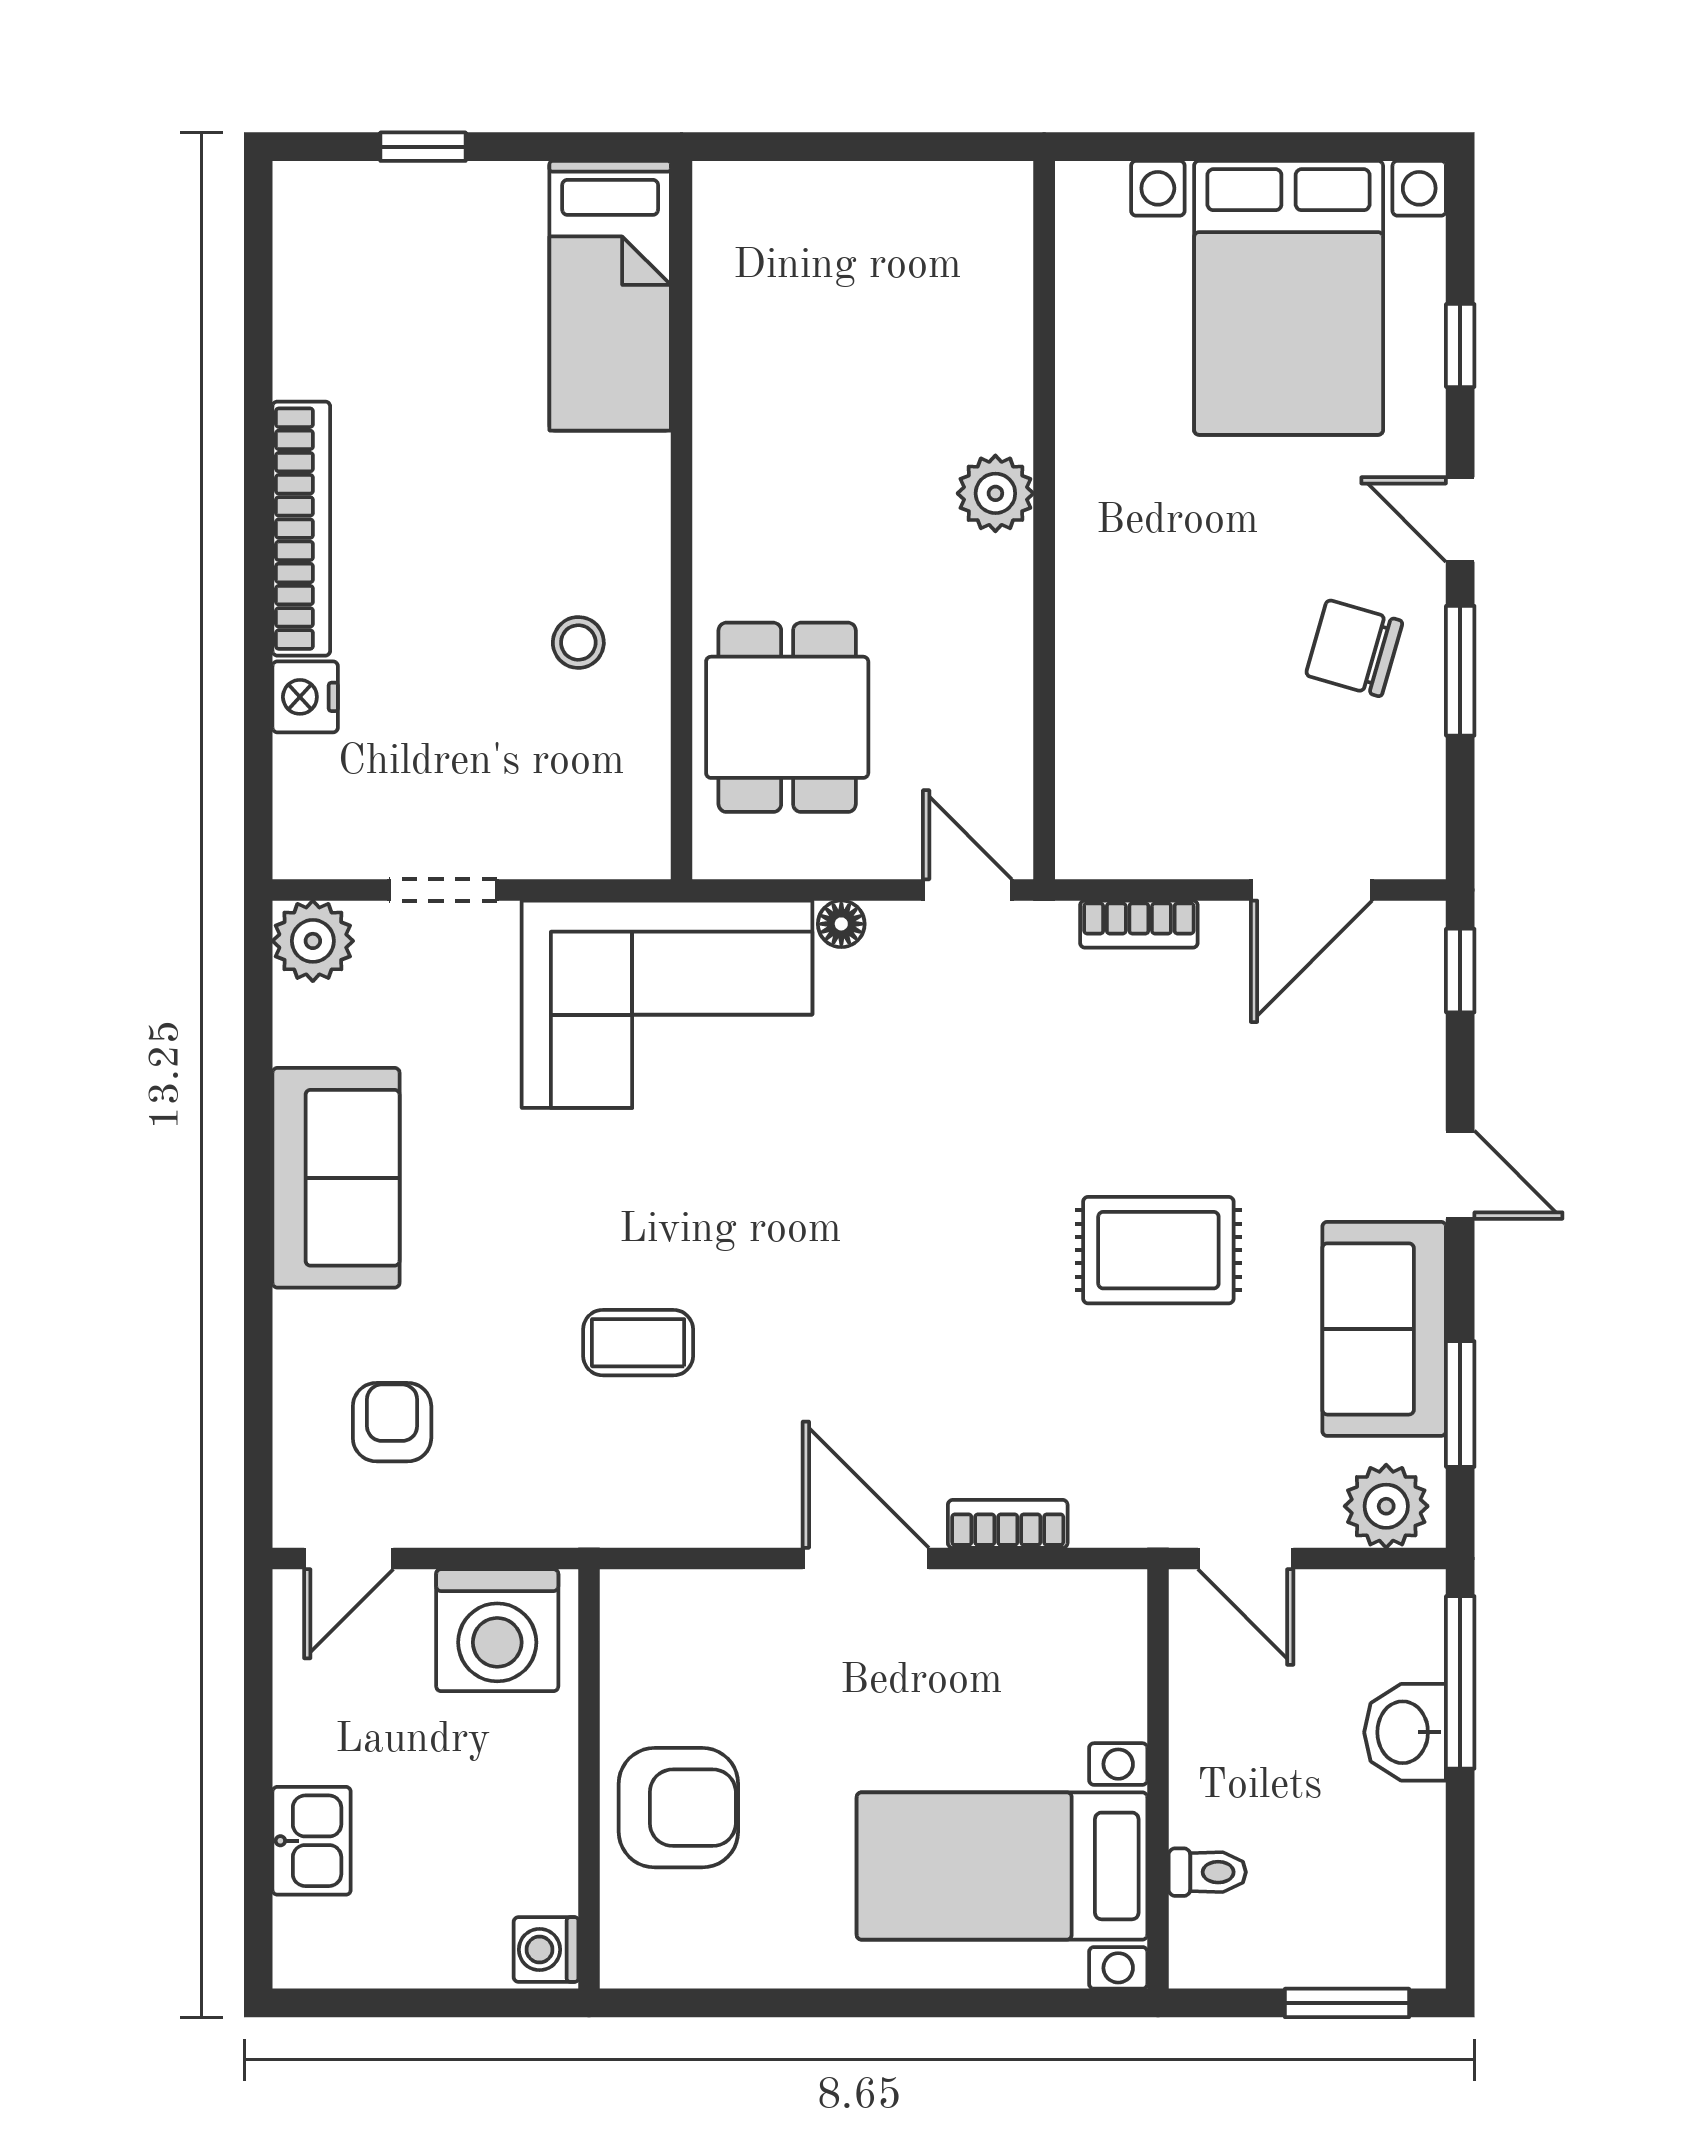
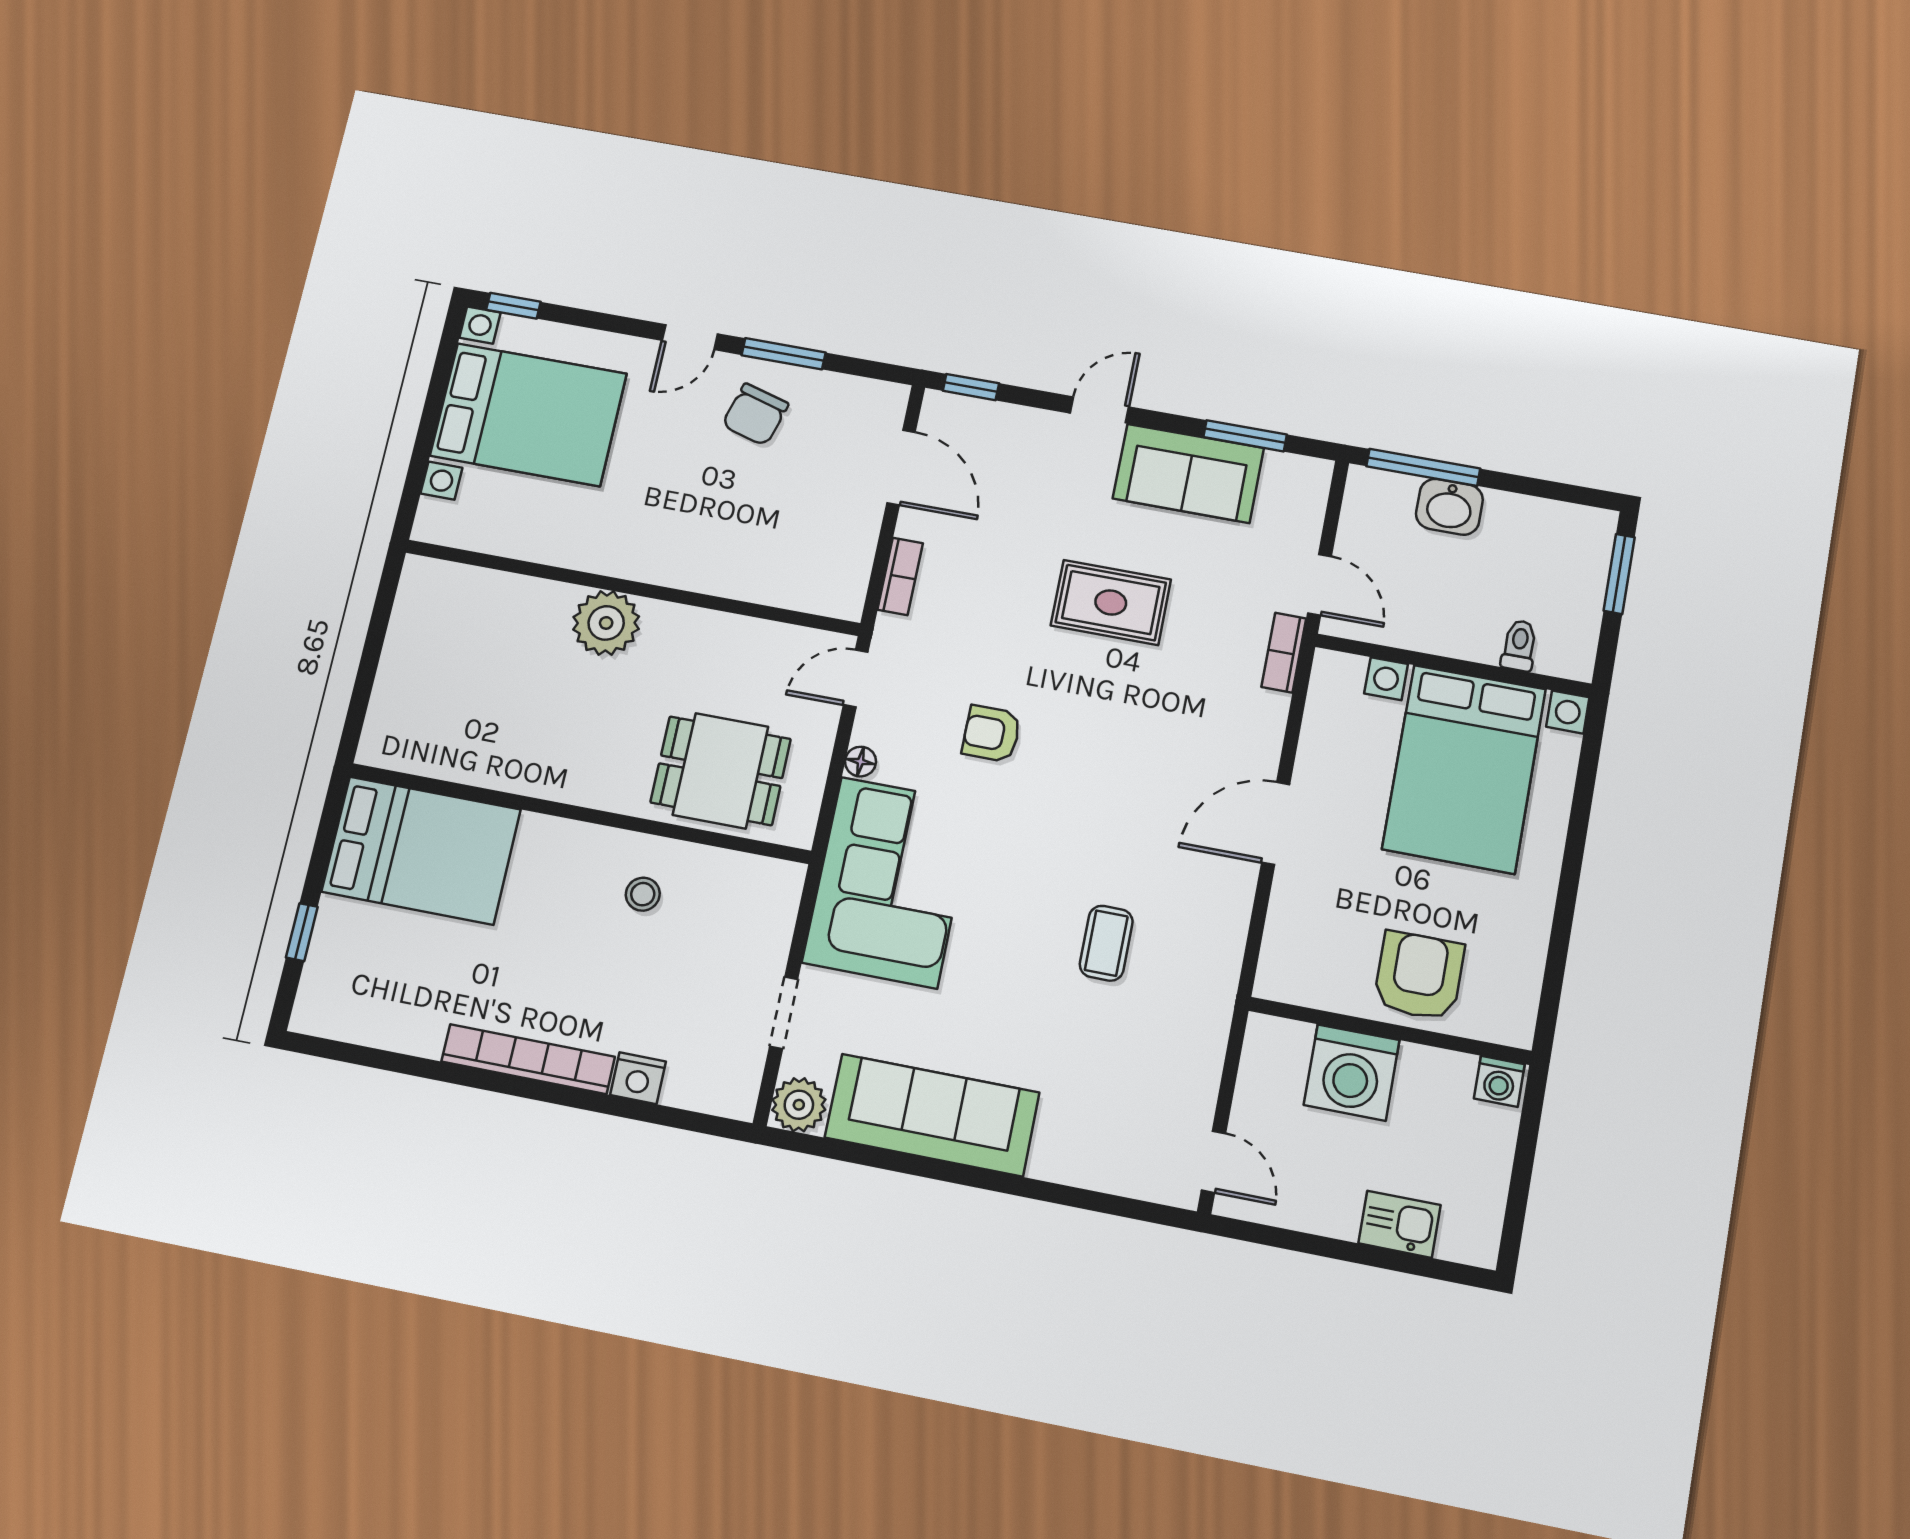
bed: (610, 296) -> (421, 851), width x1.50
window: (1460, 346) -> (513, 306), moved
plant: (995, 493) -> (606, 623), width x1.36, depth x1.36
sofa: (336, 1178) -> (932, 1115), width x1.36
rug: (1158, 1250) -> (1111, 602), turned 90
armchair: (392, 1422) -> (991, 734), moved
plant: (1386, 1506) -> (1302, 492), removed
bookcase: (1008, 1524) -> (1284, 653), moved
door: (1246, 1558) -> (1320, 585), hinge flipped
washing machine: (497, 1630) -> (1352, 1072), moved, turned 90
bed with nightstands: (1002, 1866) -> (1464, 769), width x1.36

